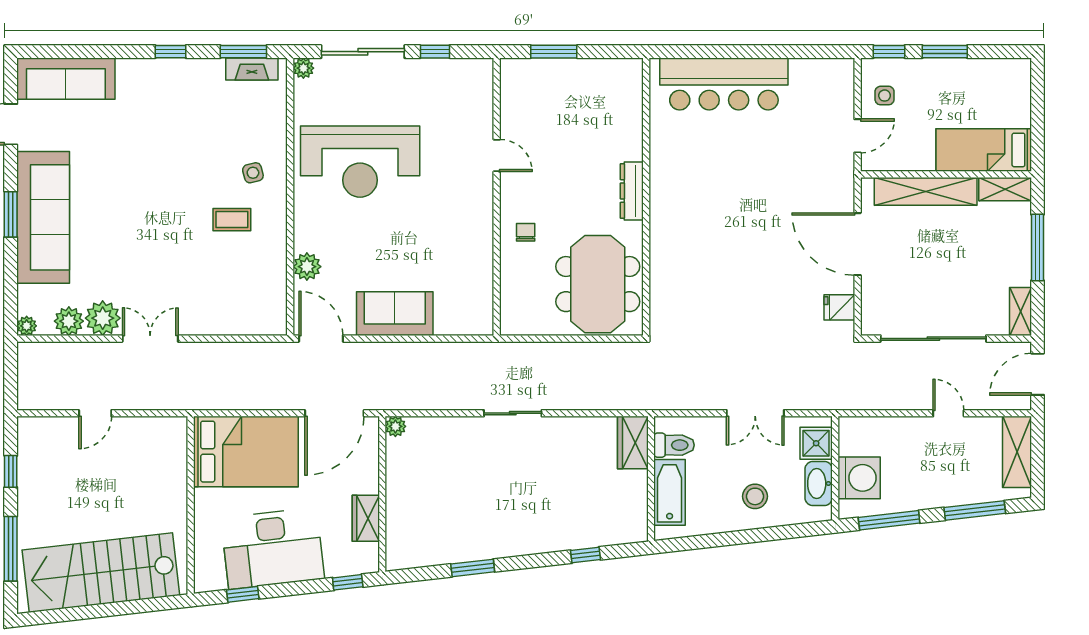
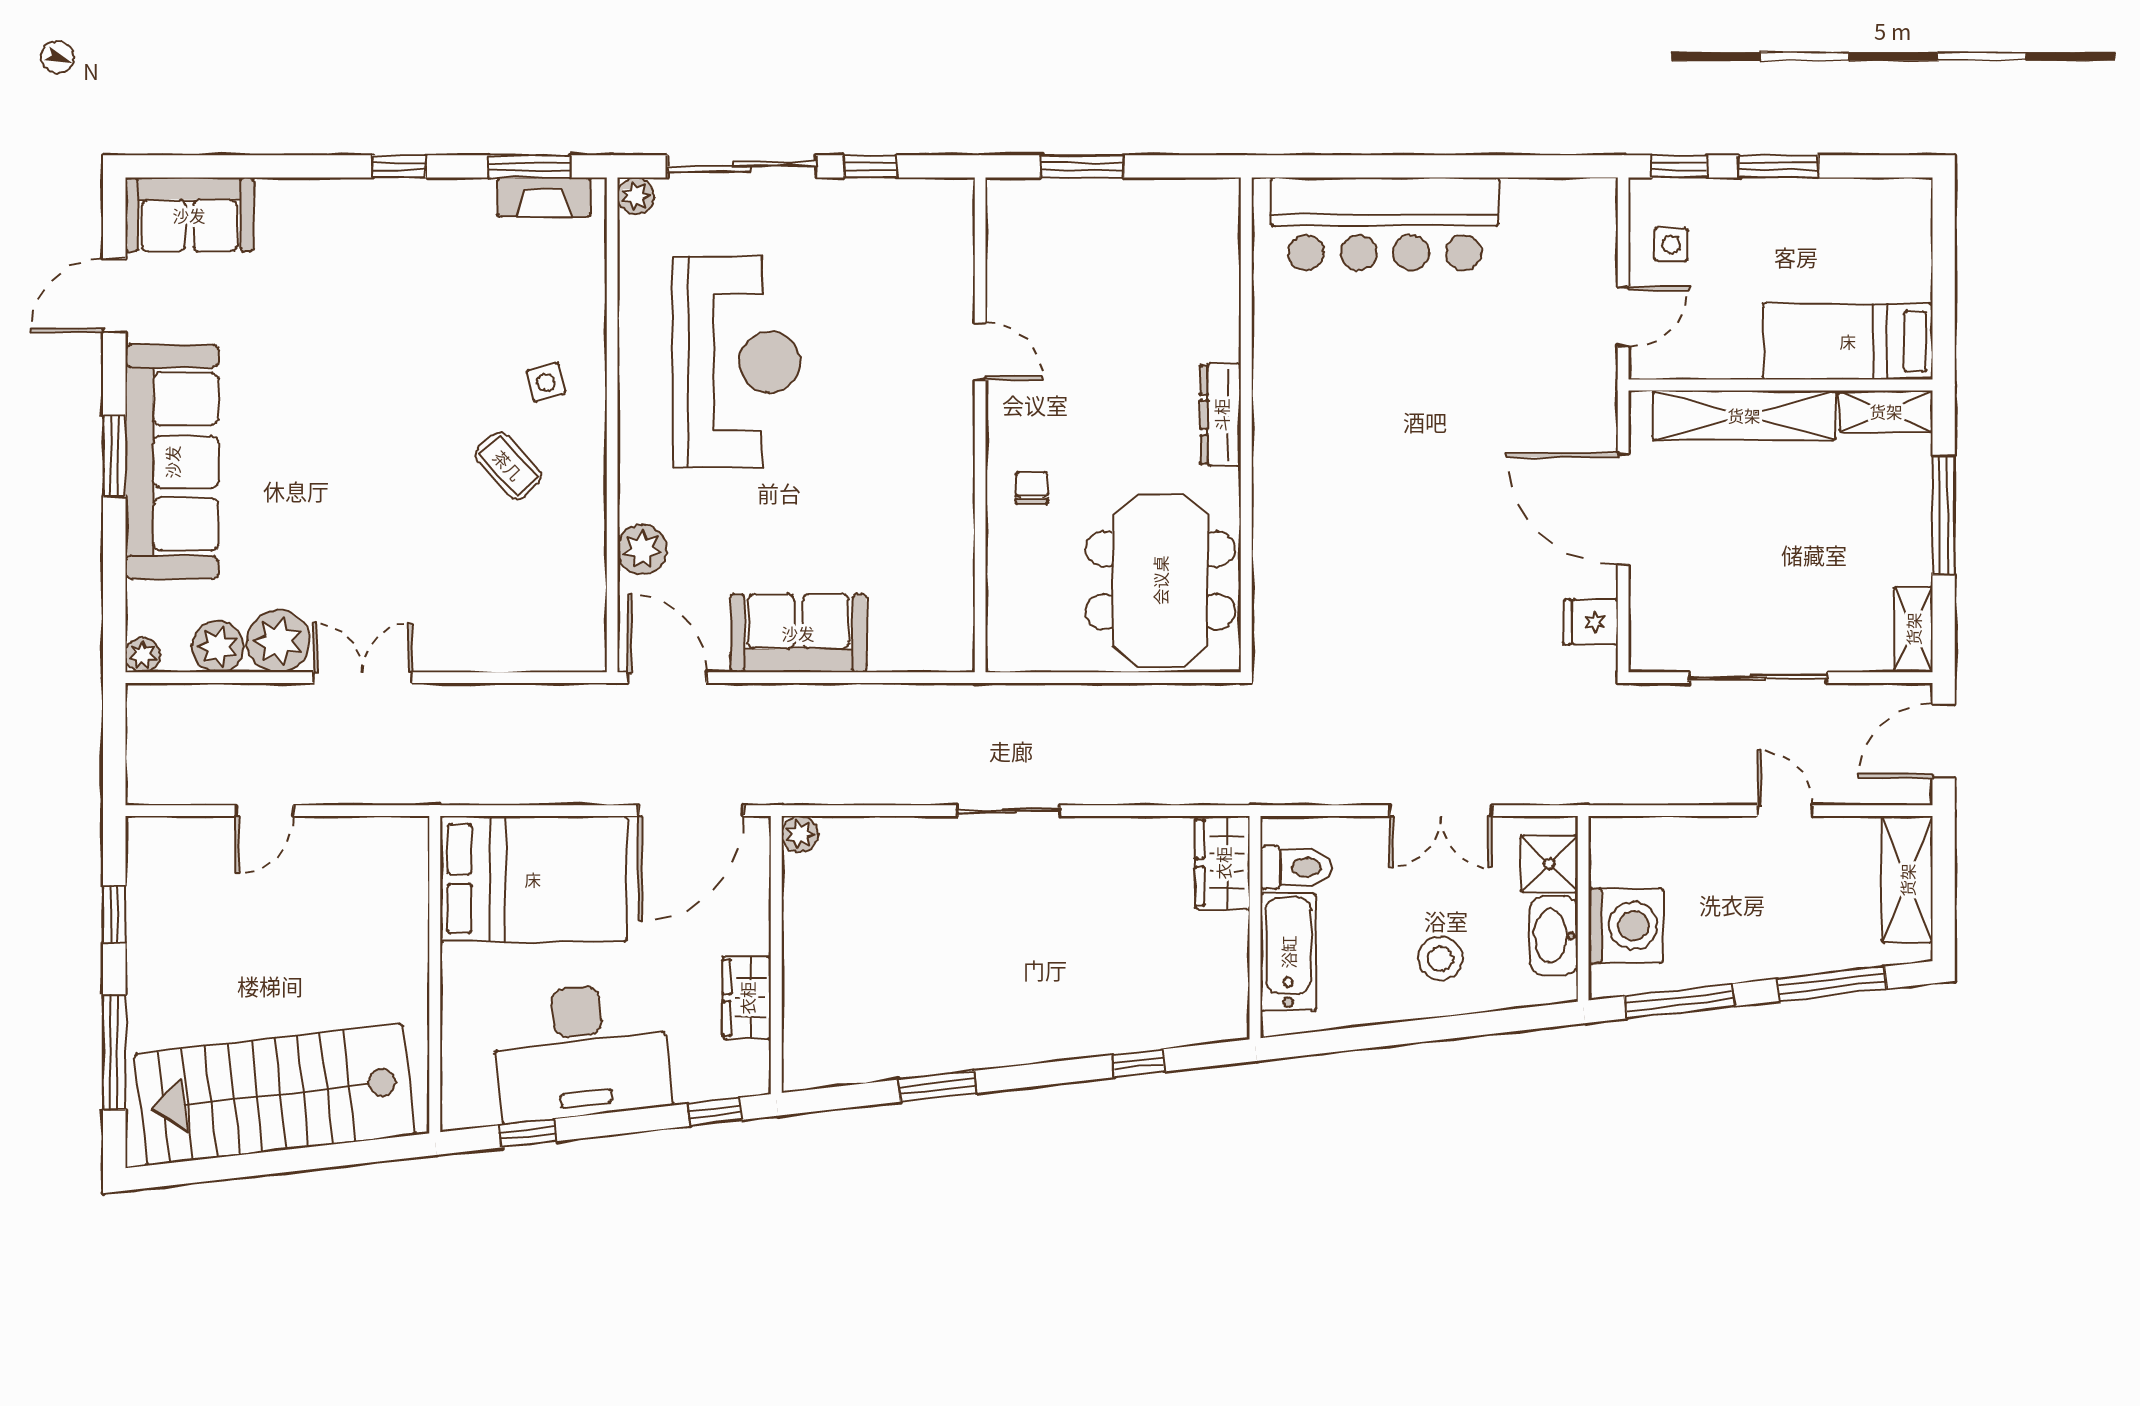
sofa: (66, 79) -> (189, 215), width x0.73
reception desk: (360, 162) -> (737, 362), turned -90
coffee table: (232, 220) -> (508, 465), turned 47
sliding door: (933, 339) -> (1758, 678), width x0.73

